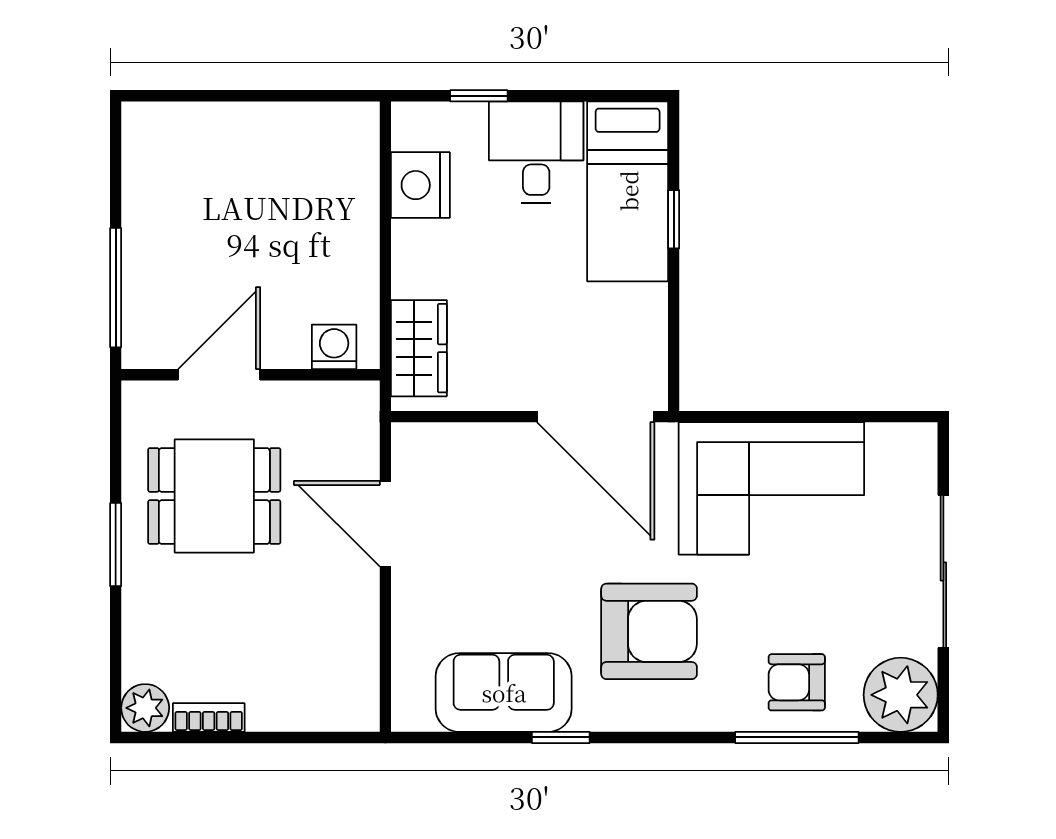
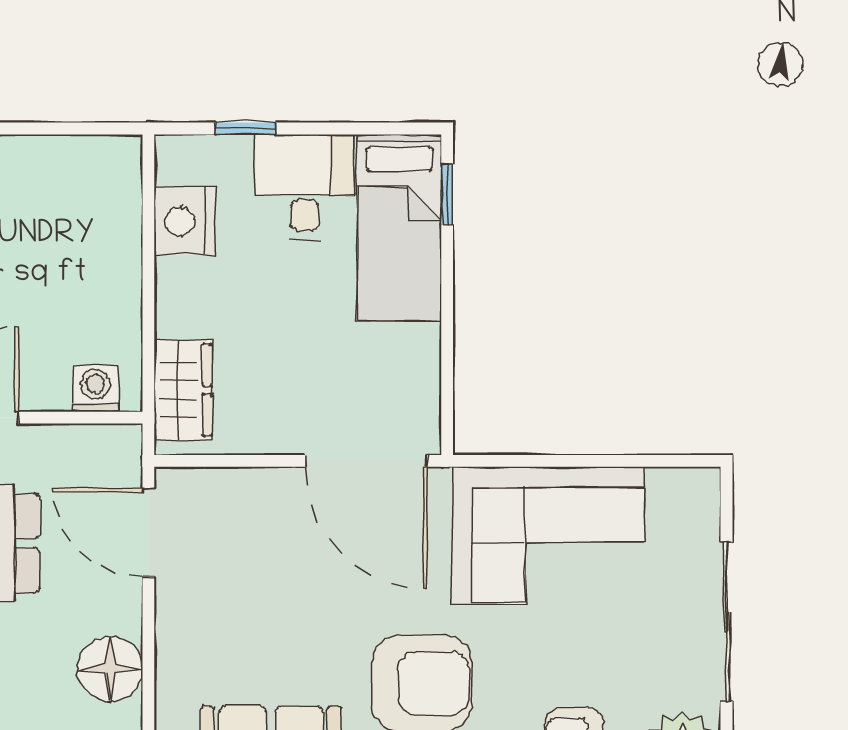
window: (674, 219) -> (447, 195), moved
door: (385, 524) -> (148, 533), moved
floor lamp: (348, 617) -> (110, 669), added

